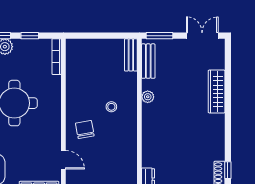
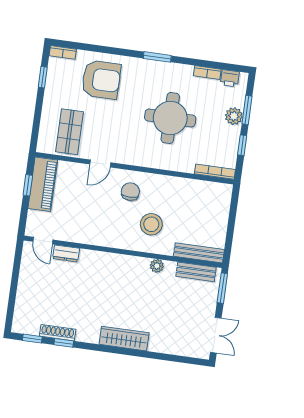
bench: (131, 55) -> (199, 253), width x1.36
wardrobe: (217, 92) -> (124, 339), moved
stool: (111, 107) -> (151, 224), width x1.89, depth x1.89
chair: (85, 129) -> (130, 192), turned -80

